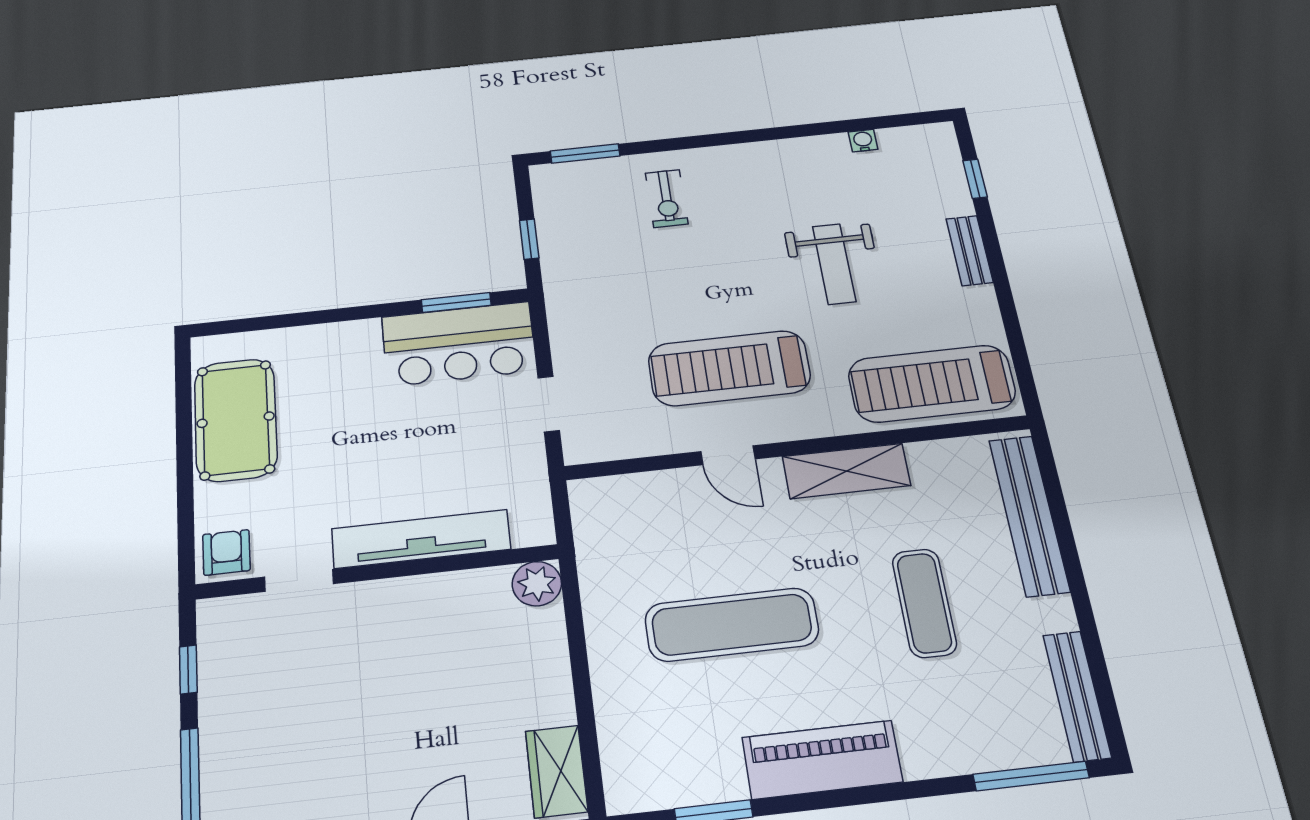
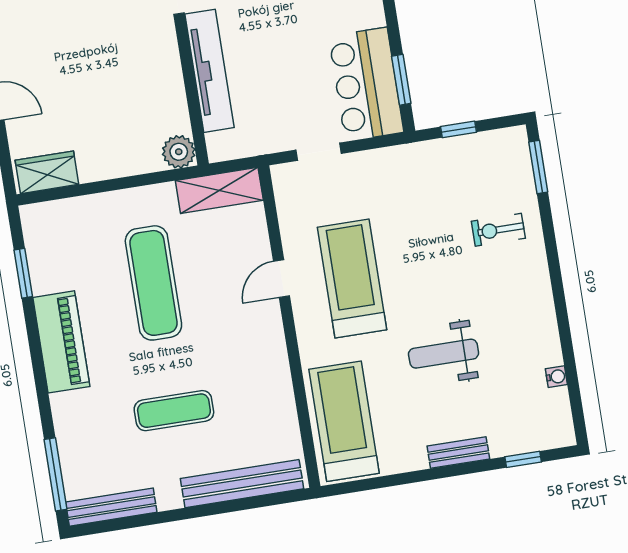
shelving: (846, 471) -> (219, 190), moved, turned 90

